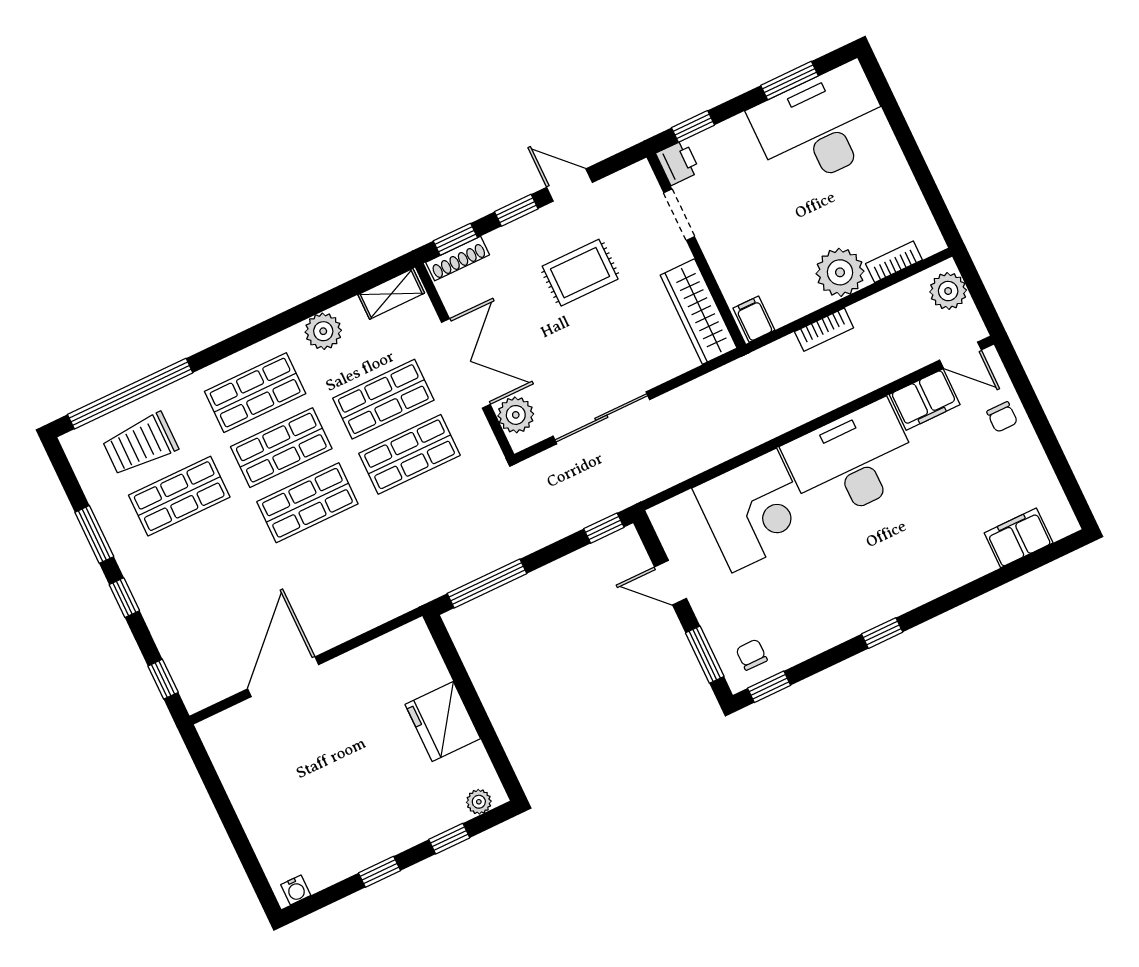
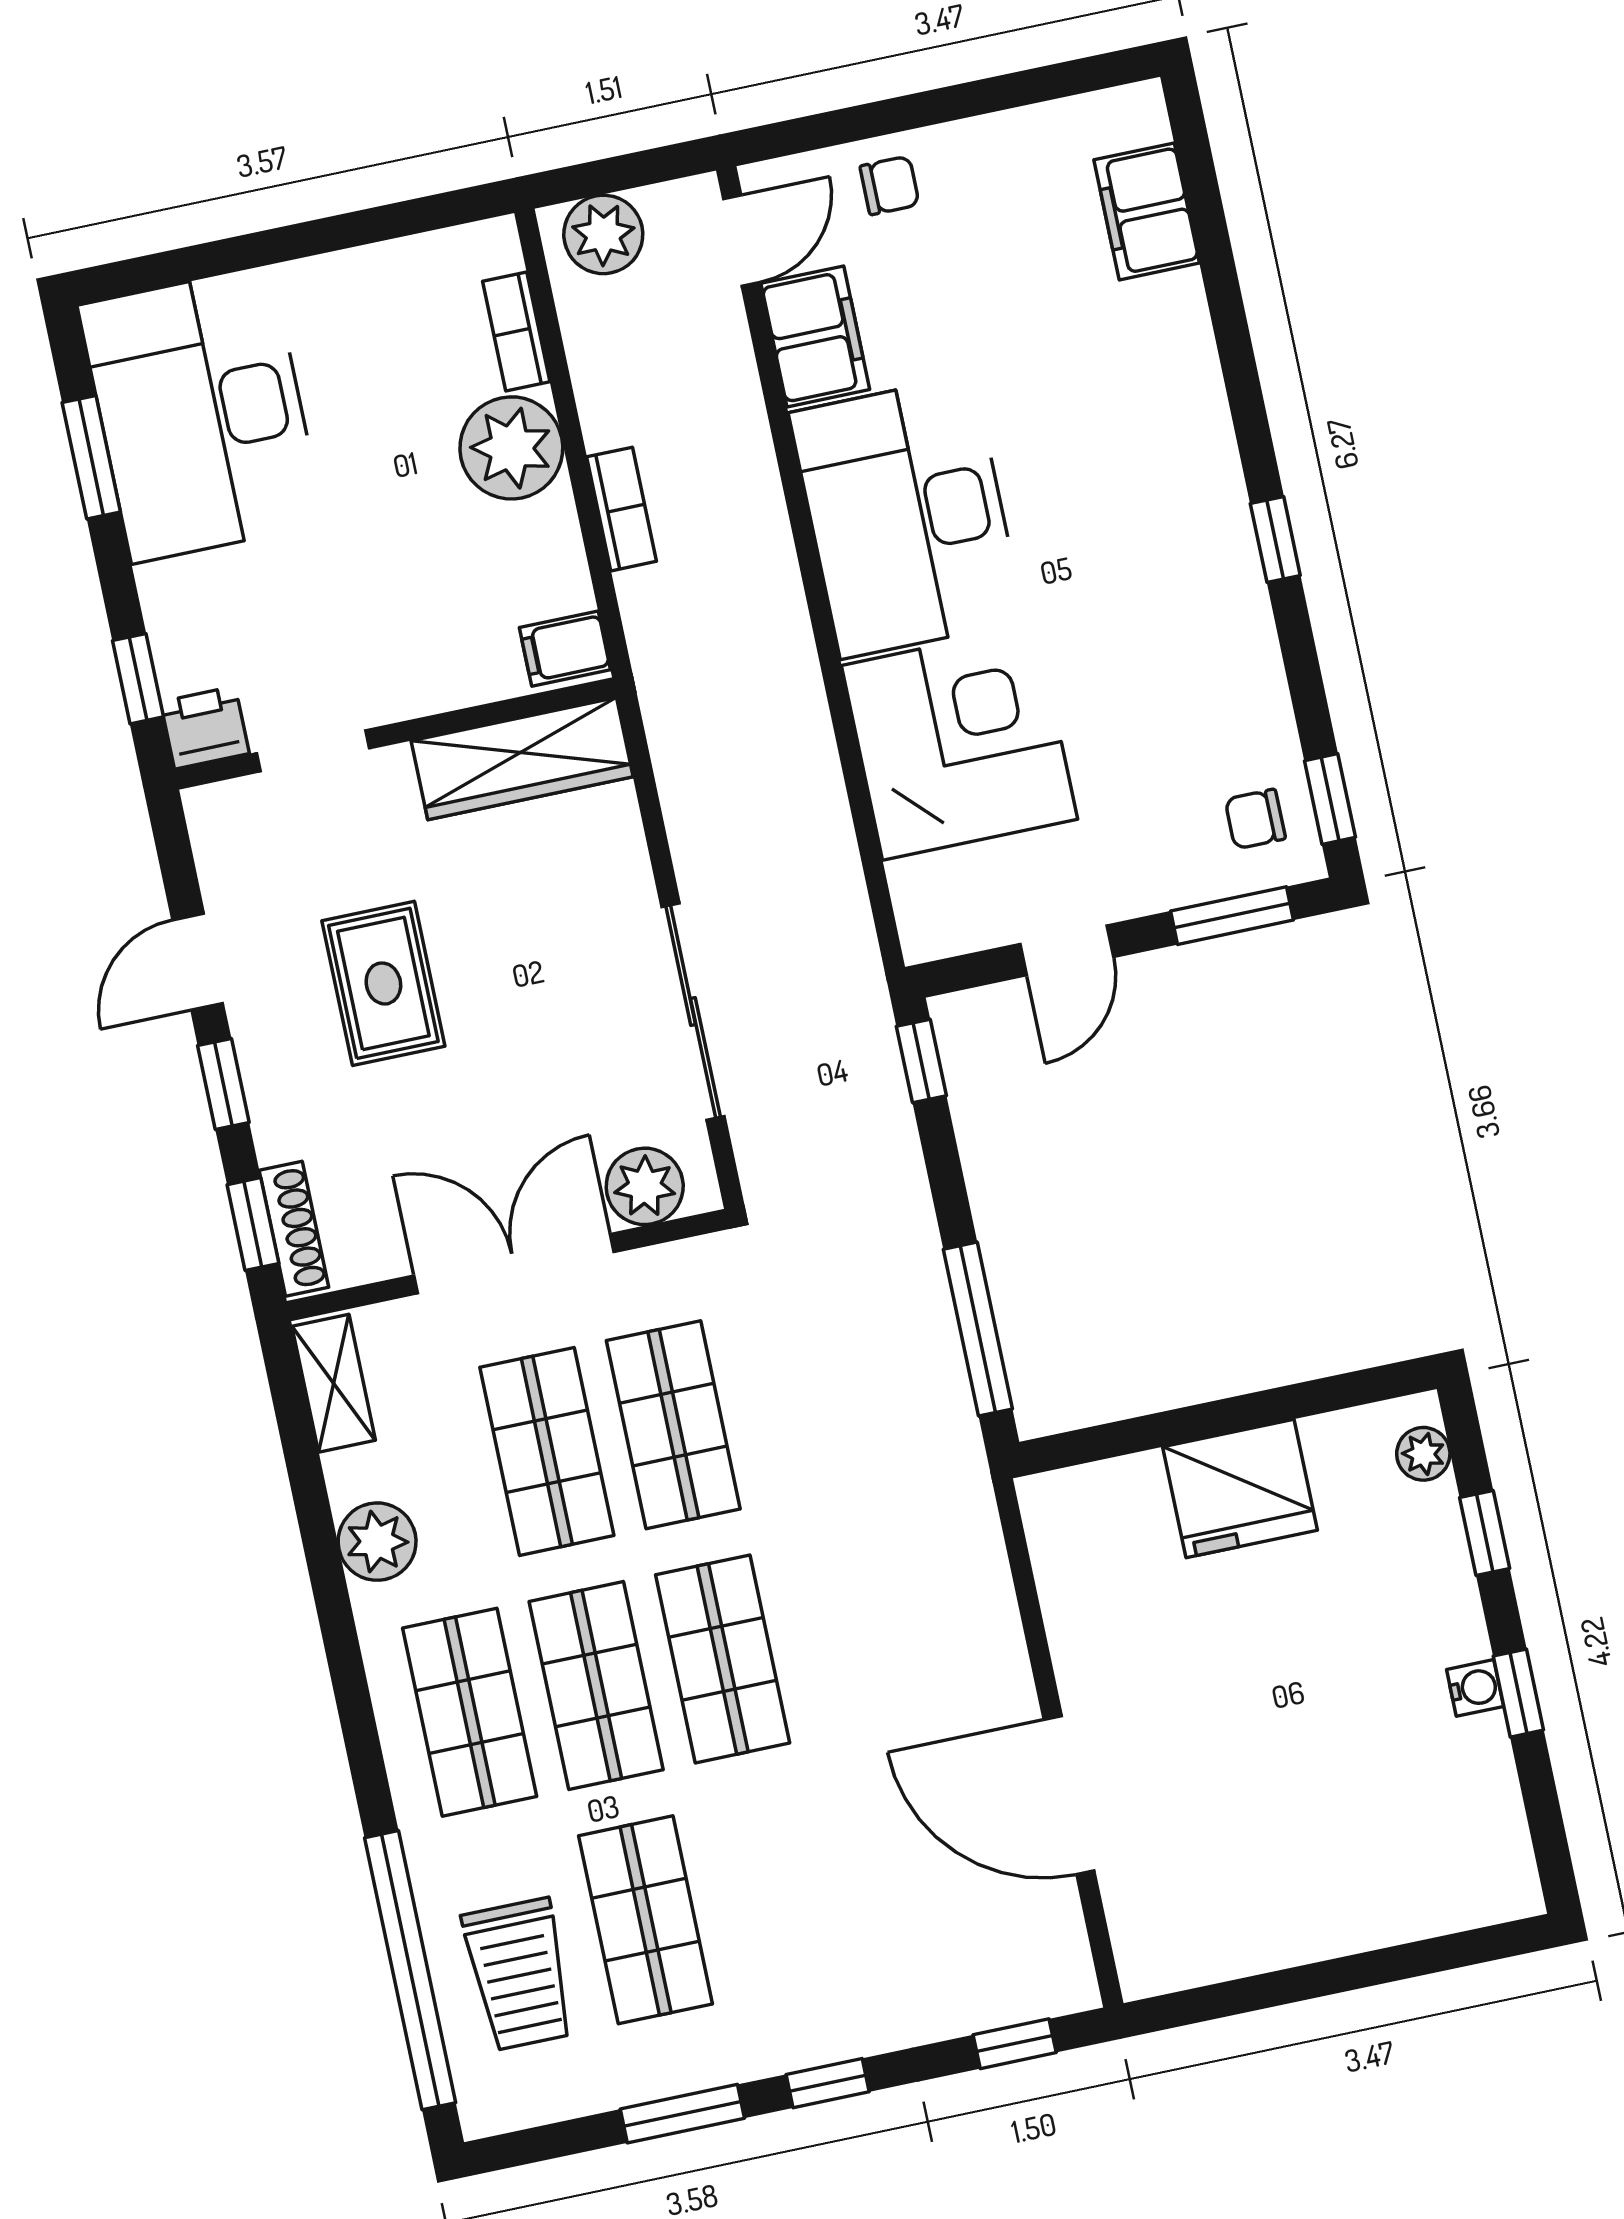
water cooler: (296, 890) -> (1475, 1688), moved

